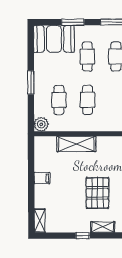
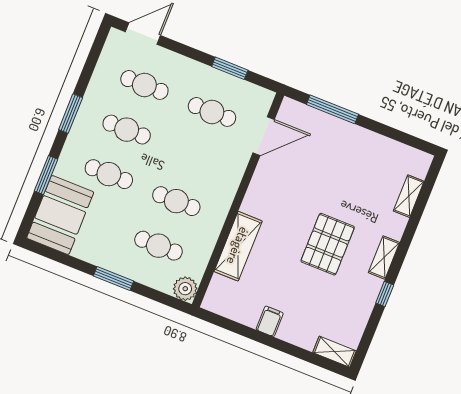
pallet: (97, 193) -> (328, 244), turned 90

